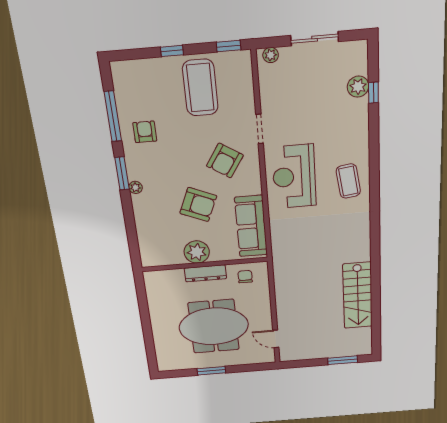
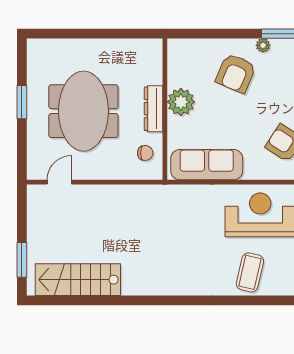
coffee table: (348, 181) -> (250, 272), turned -69
armchair: (198, 205) -> (236, 73), moved
stairs: (358, 296) -> (78, 280), moved

